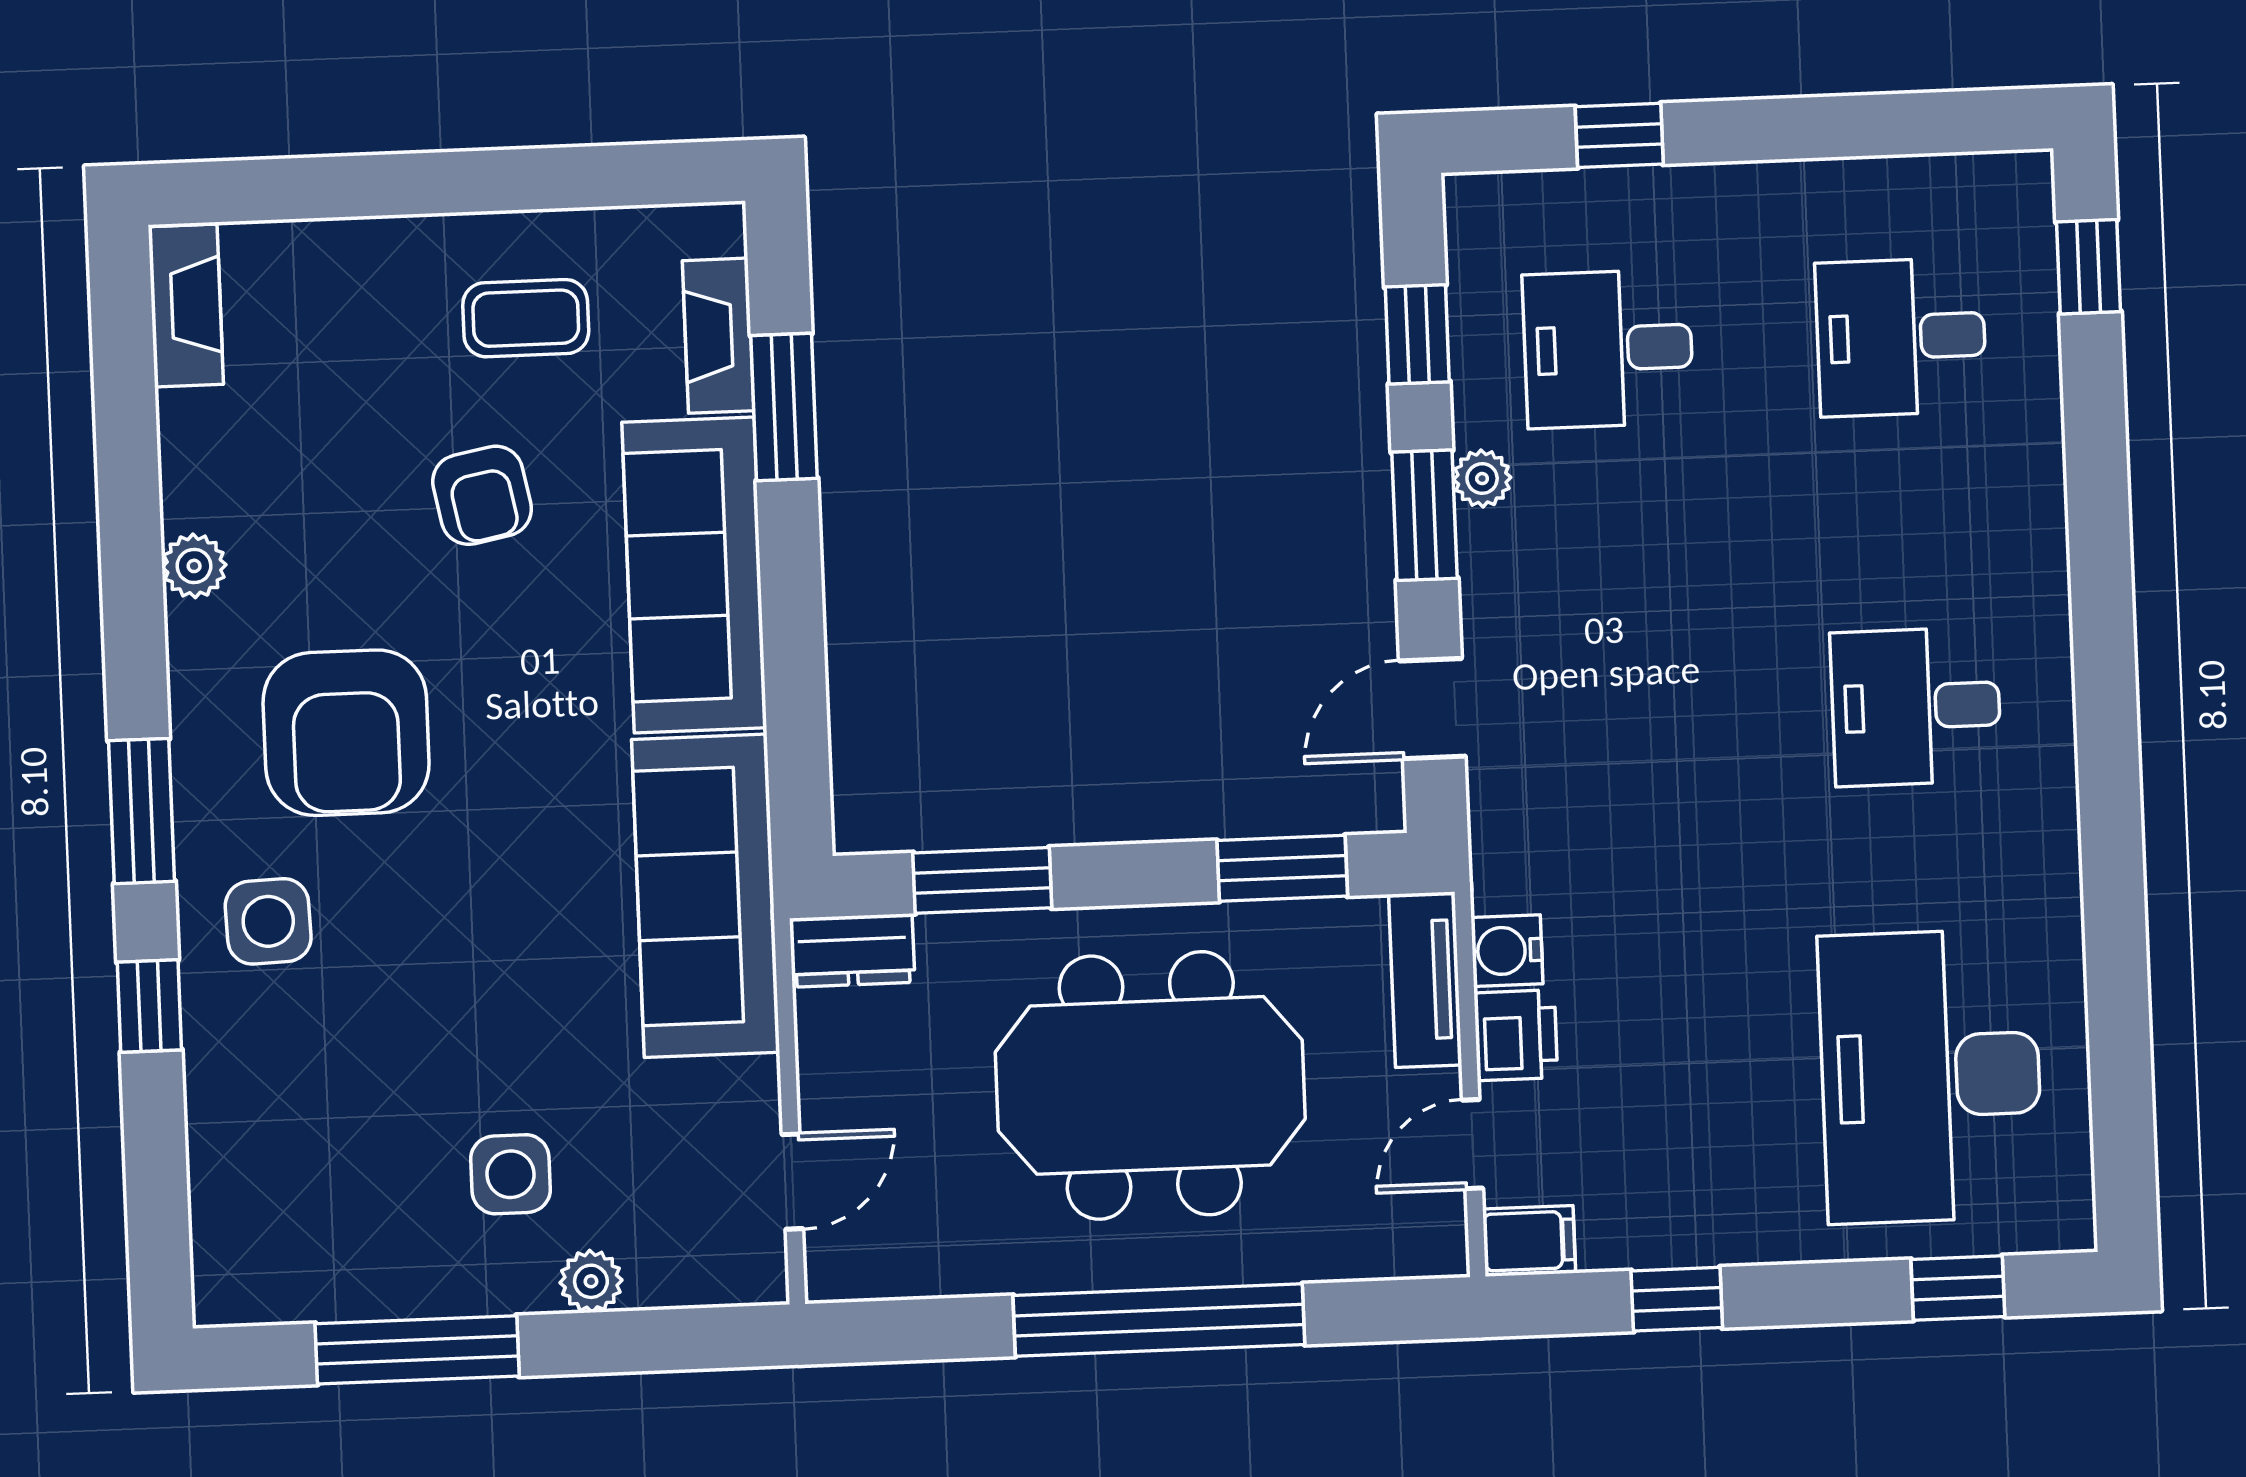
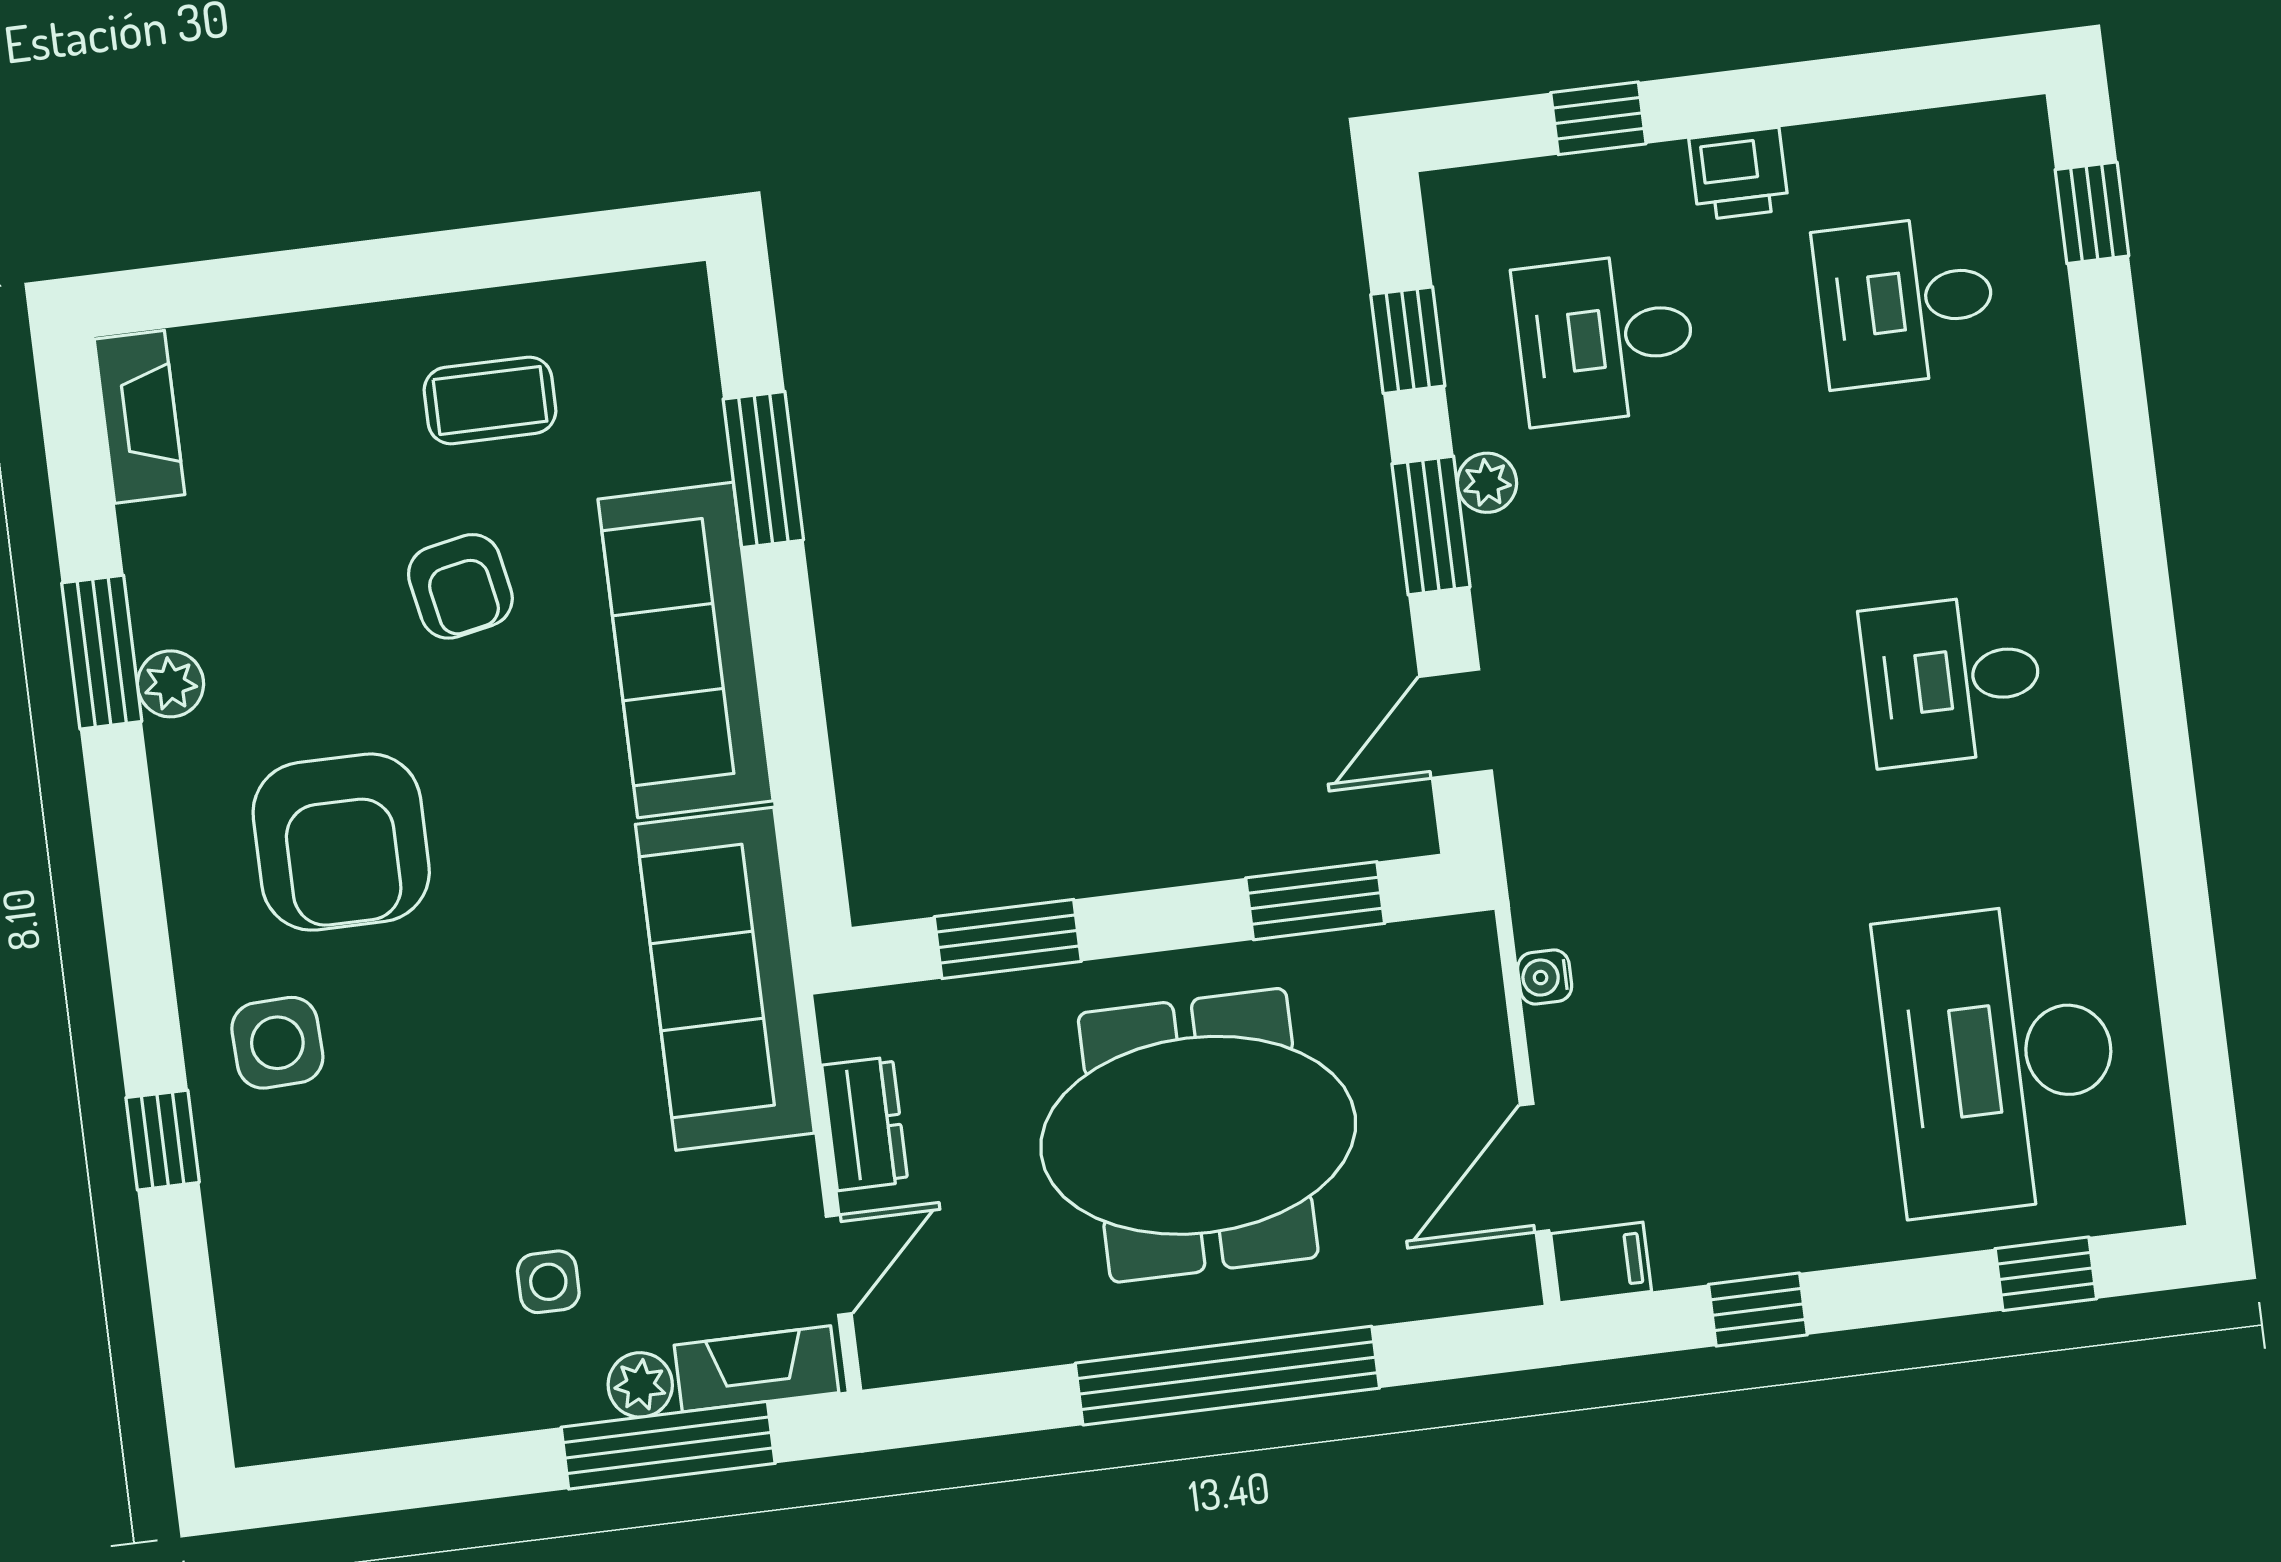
fireplace: (718, 336) -> (756, 1369), moved, turned 90
window: (142, 811) -> (102, 652), moved
dresser: (852, 950) -> (865, 1124), moved, turned -90
water cooler: (1507, 951) -> (1545, 977), width x0.72, depth x0.72
tv unit: (1425, 980) -> (1472, 1003), removed
printer: (1516, 1035) -> (1739, 174), moved, turned 90
door: (1472, 1144) -> (1535, 1168), width x1.38
side table: (511, 1174) -> (548, 1282), width x0.73, depth x0.73
window: (417, 1350) -> (668, 1445), moved

